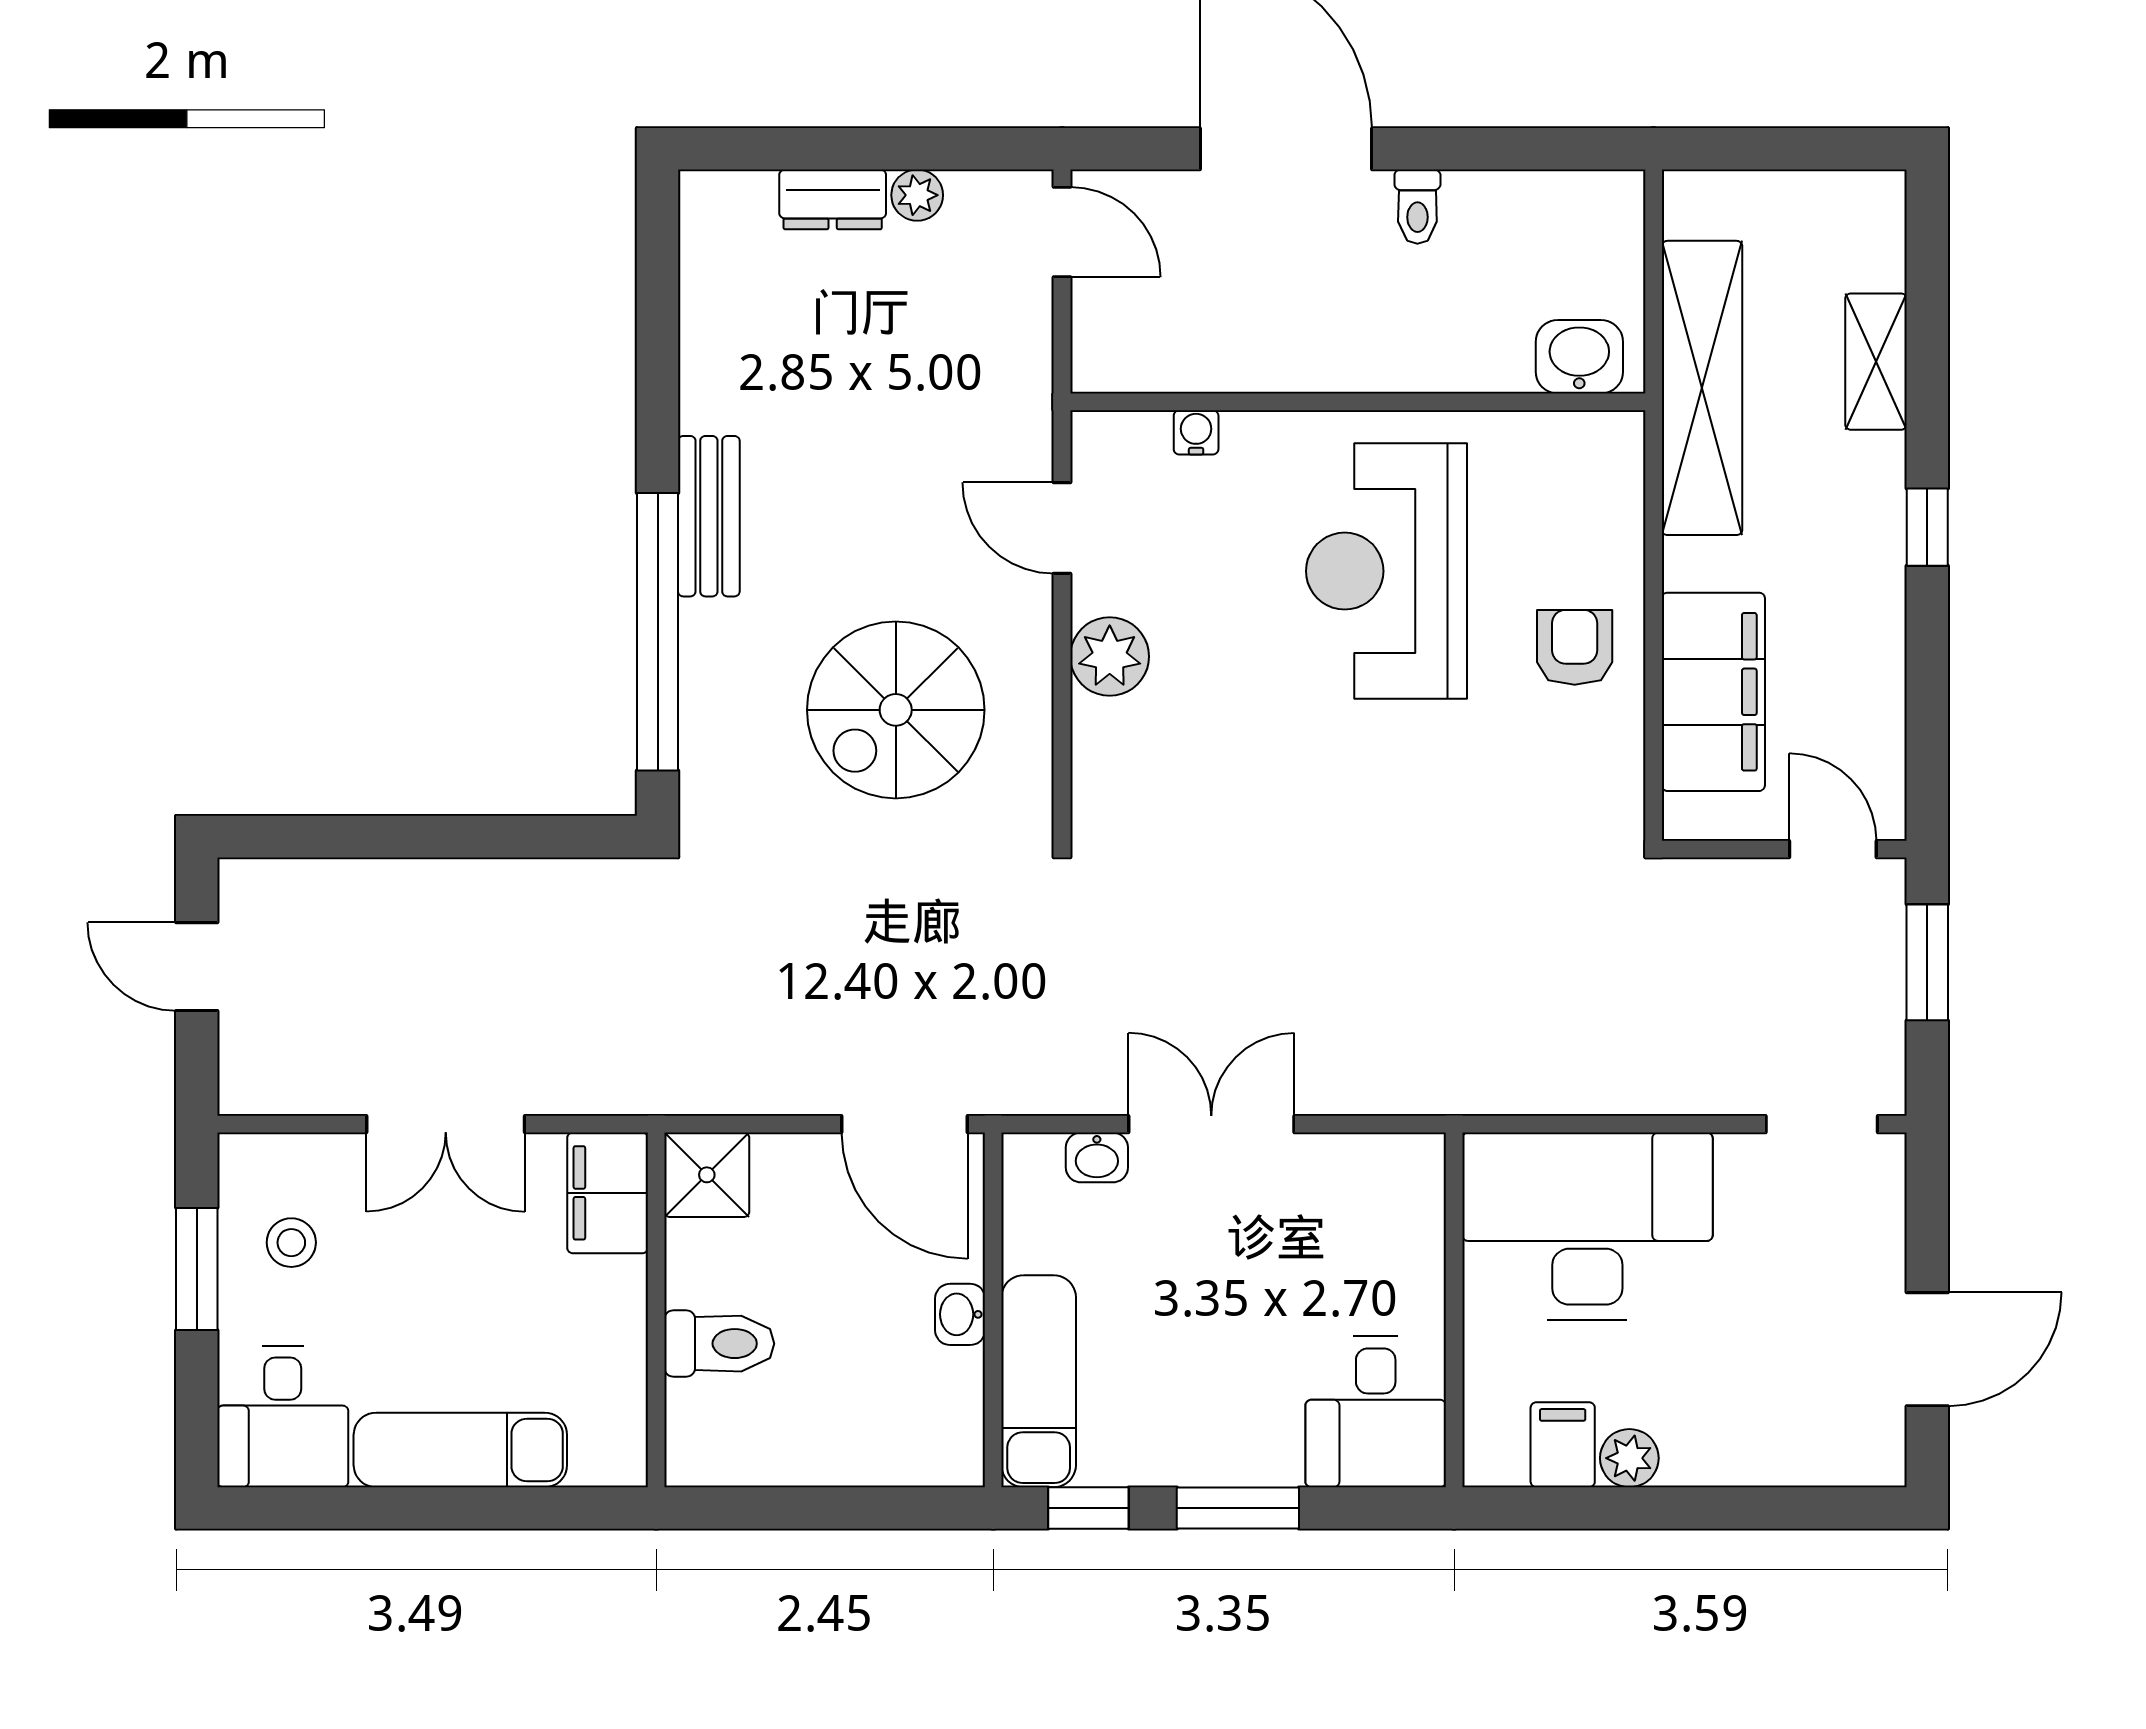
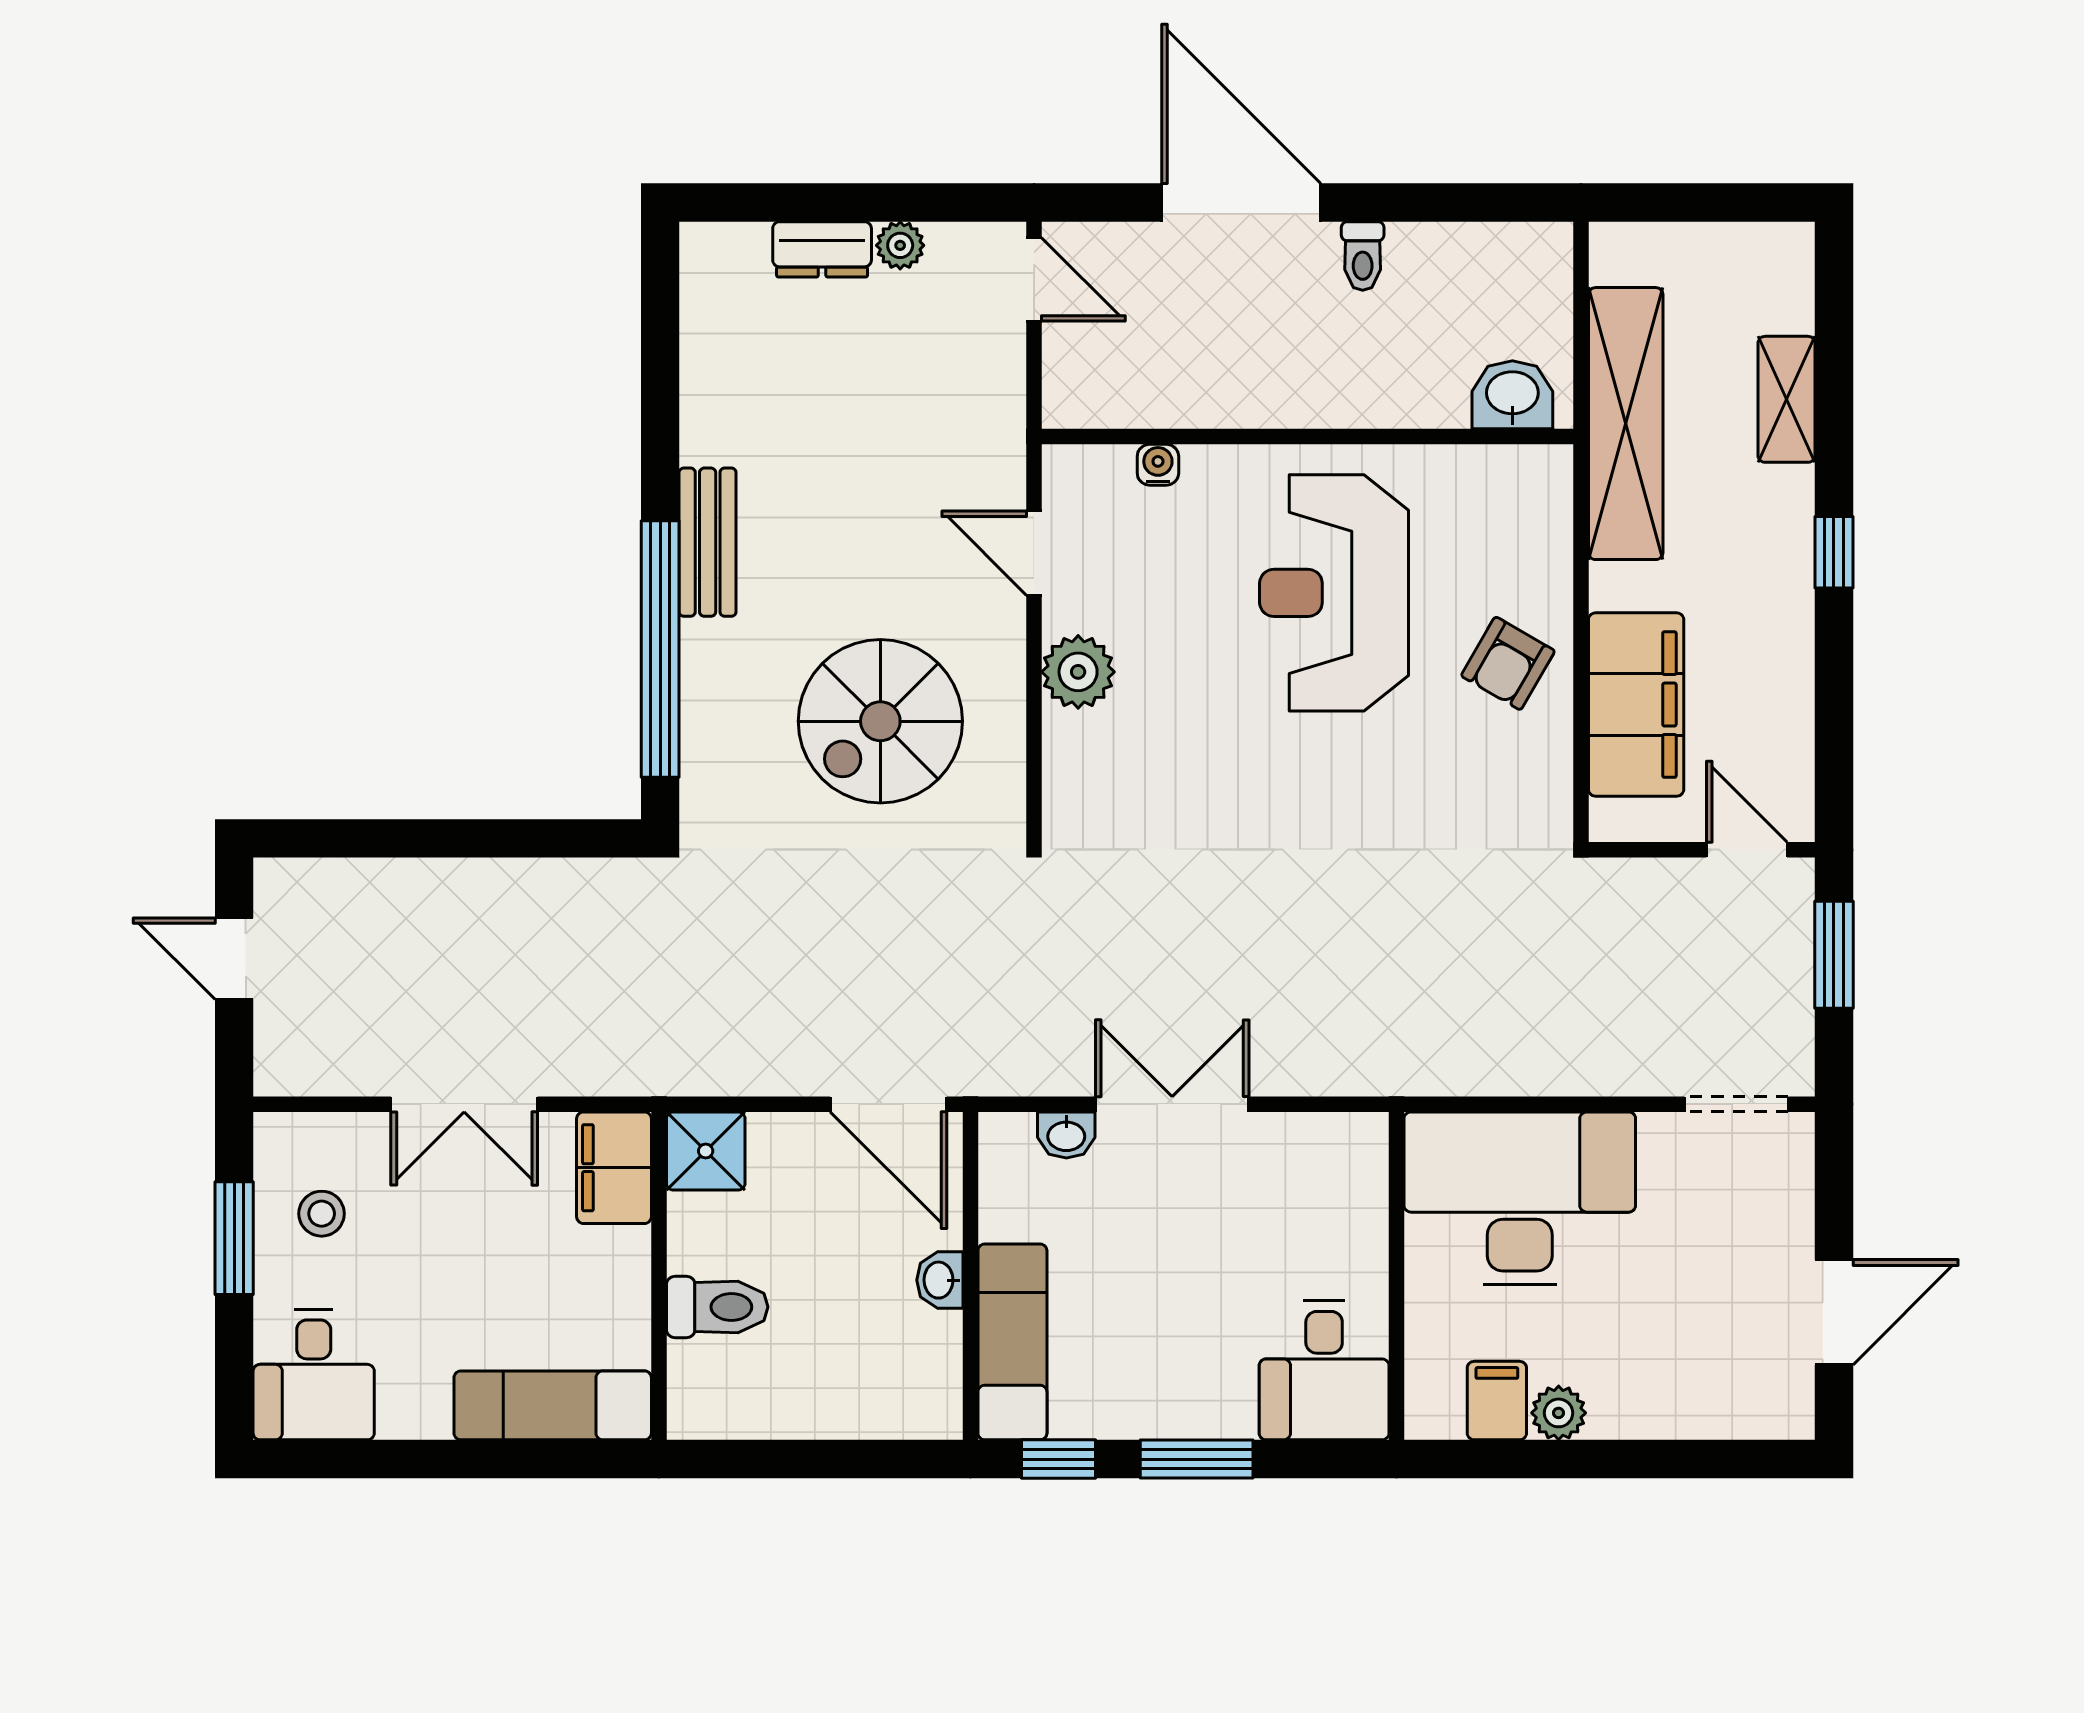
armchair: (1575, 647) -> (1508, 663), turned -150
exam couch: (460, 1450) -> (553, 1405), moved

